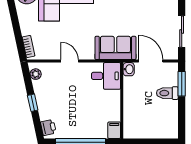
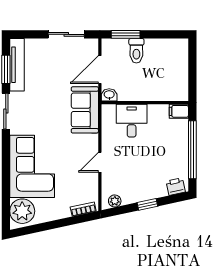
desk: (106, 76) -> (132, 121), moved

